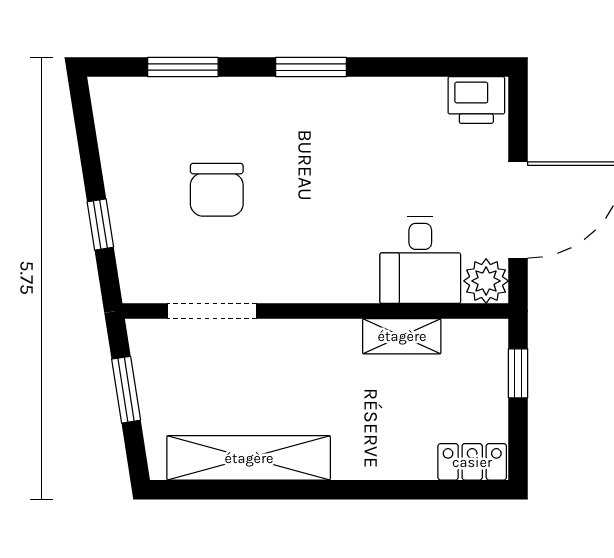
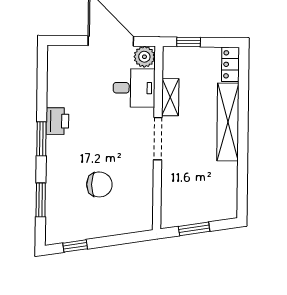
printer: (476, 100) -> (57, 121), moved
window: (100, 225) -> (75, 246), moved
doorway: (212, 311) -> (158, 139), moved
shelving: (249, 458) -> (228, 122), moved

